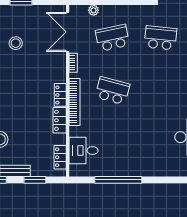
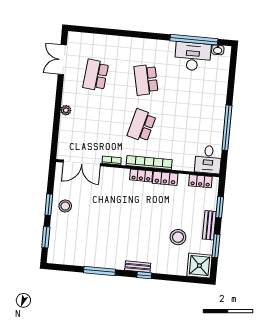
plant: (94, 10) -> (66, 110), moved
school desk: (112, 38) -> (146, 80), moved
stool: (16, 43) -> (65, 206), moved
desk: (84, 151) -> (208, 159), moved

